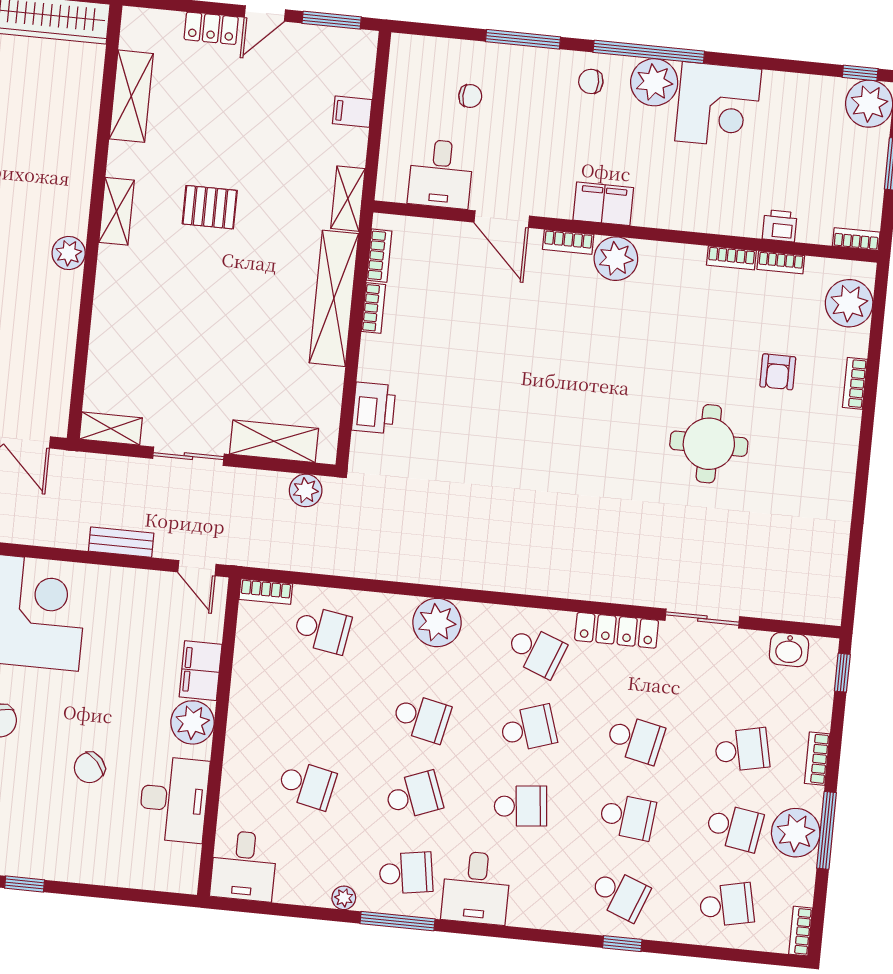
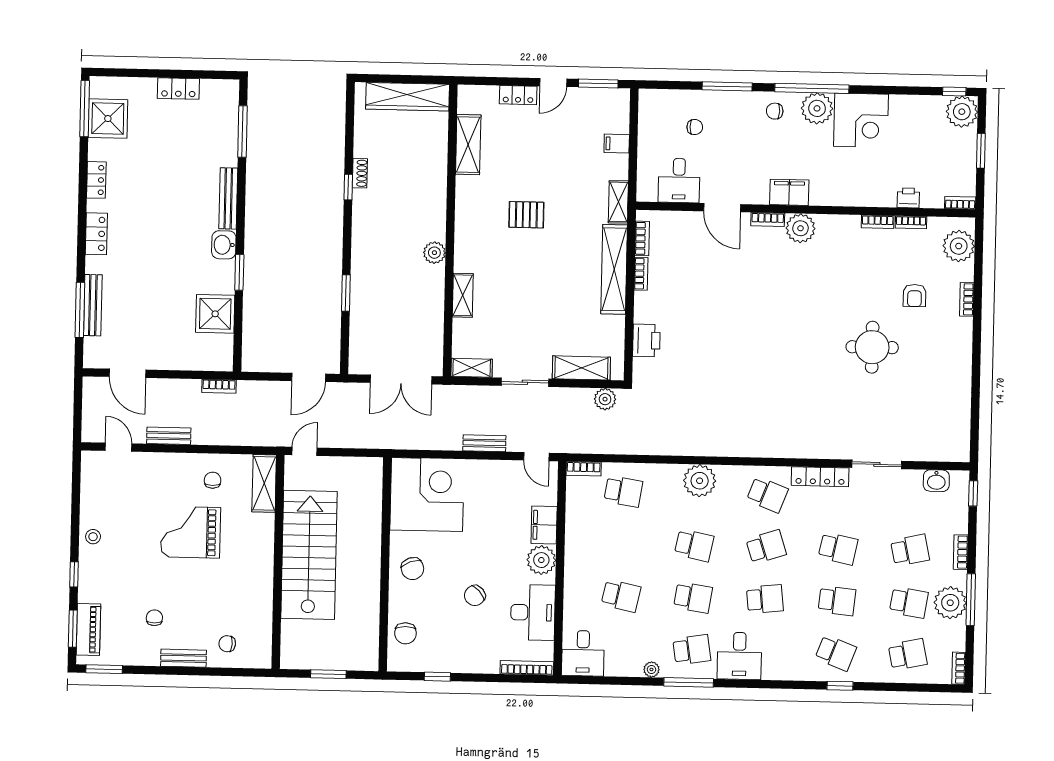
shelving: (117, 211) -> (463, 295), moved
school desk: (414, 795) -> (693, 597), turned 30
bookcase: (159, 881) -> (527, 668), added

